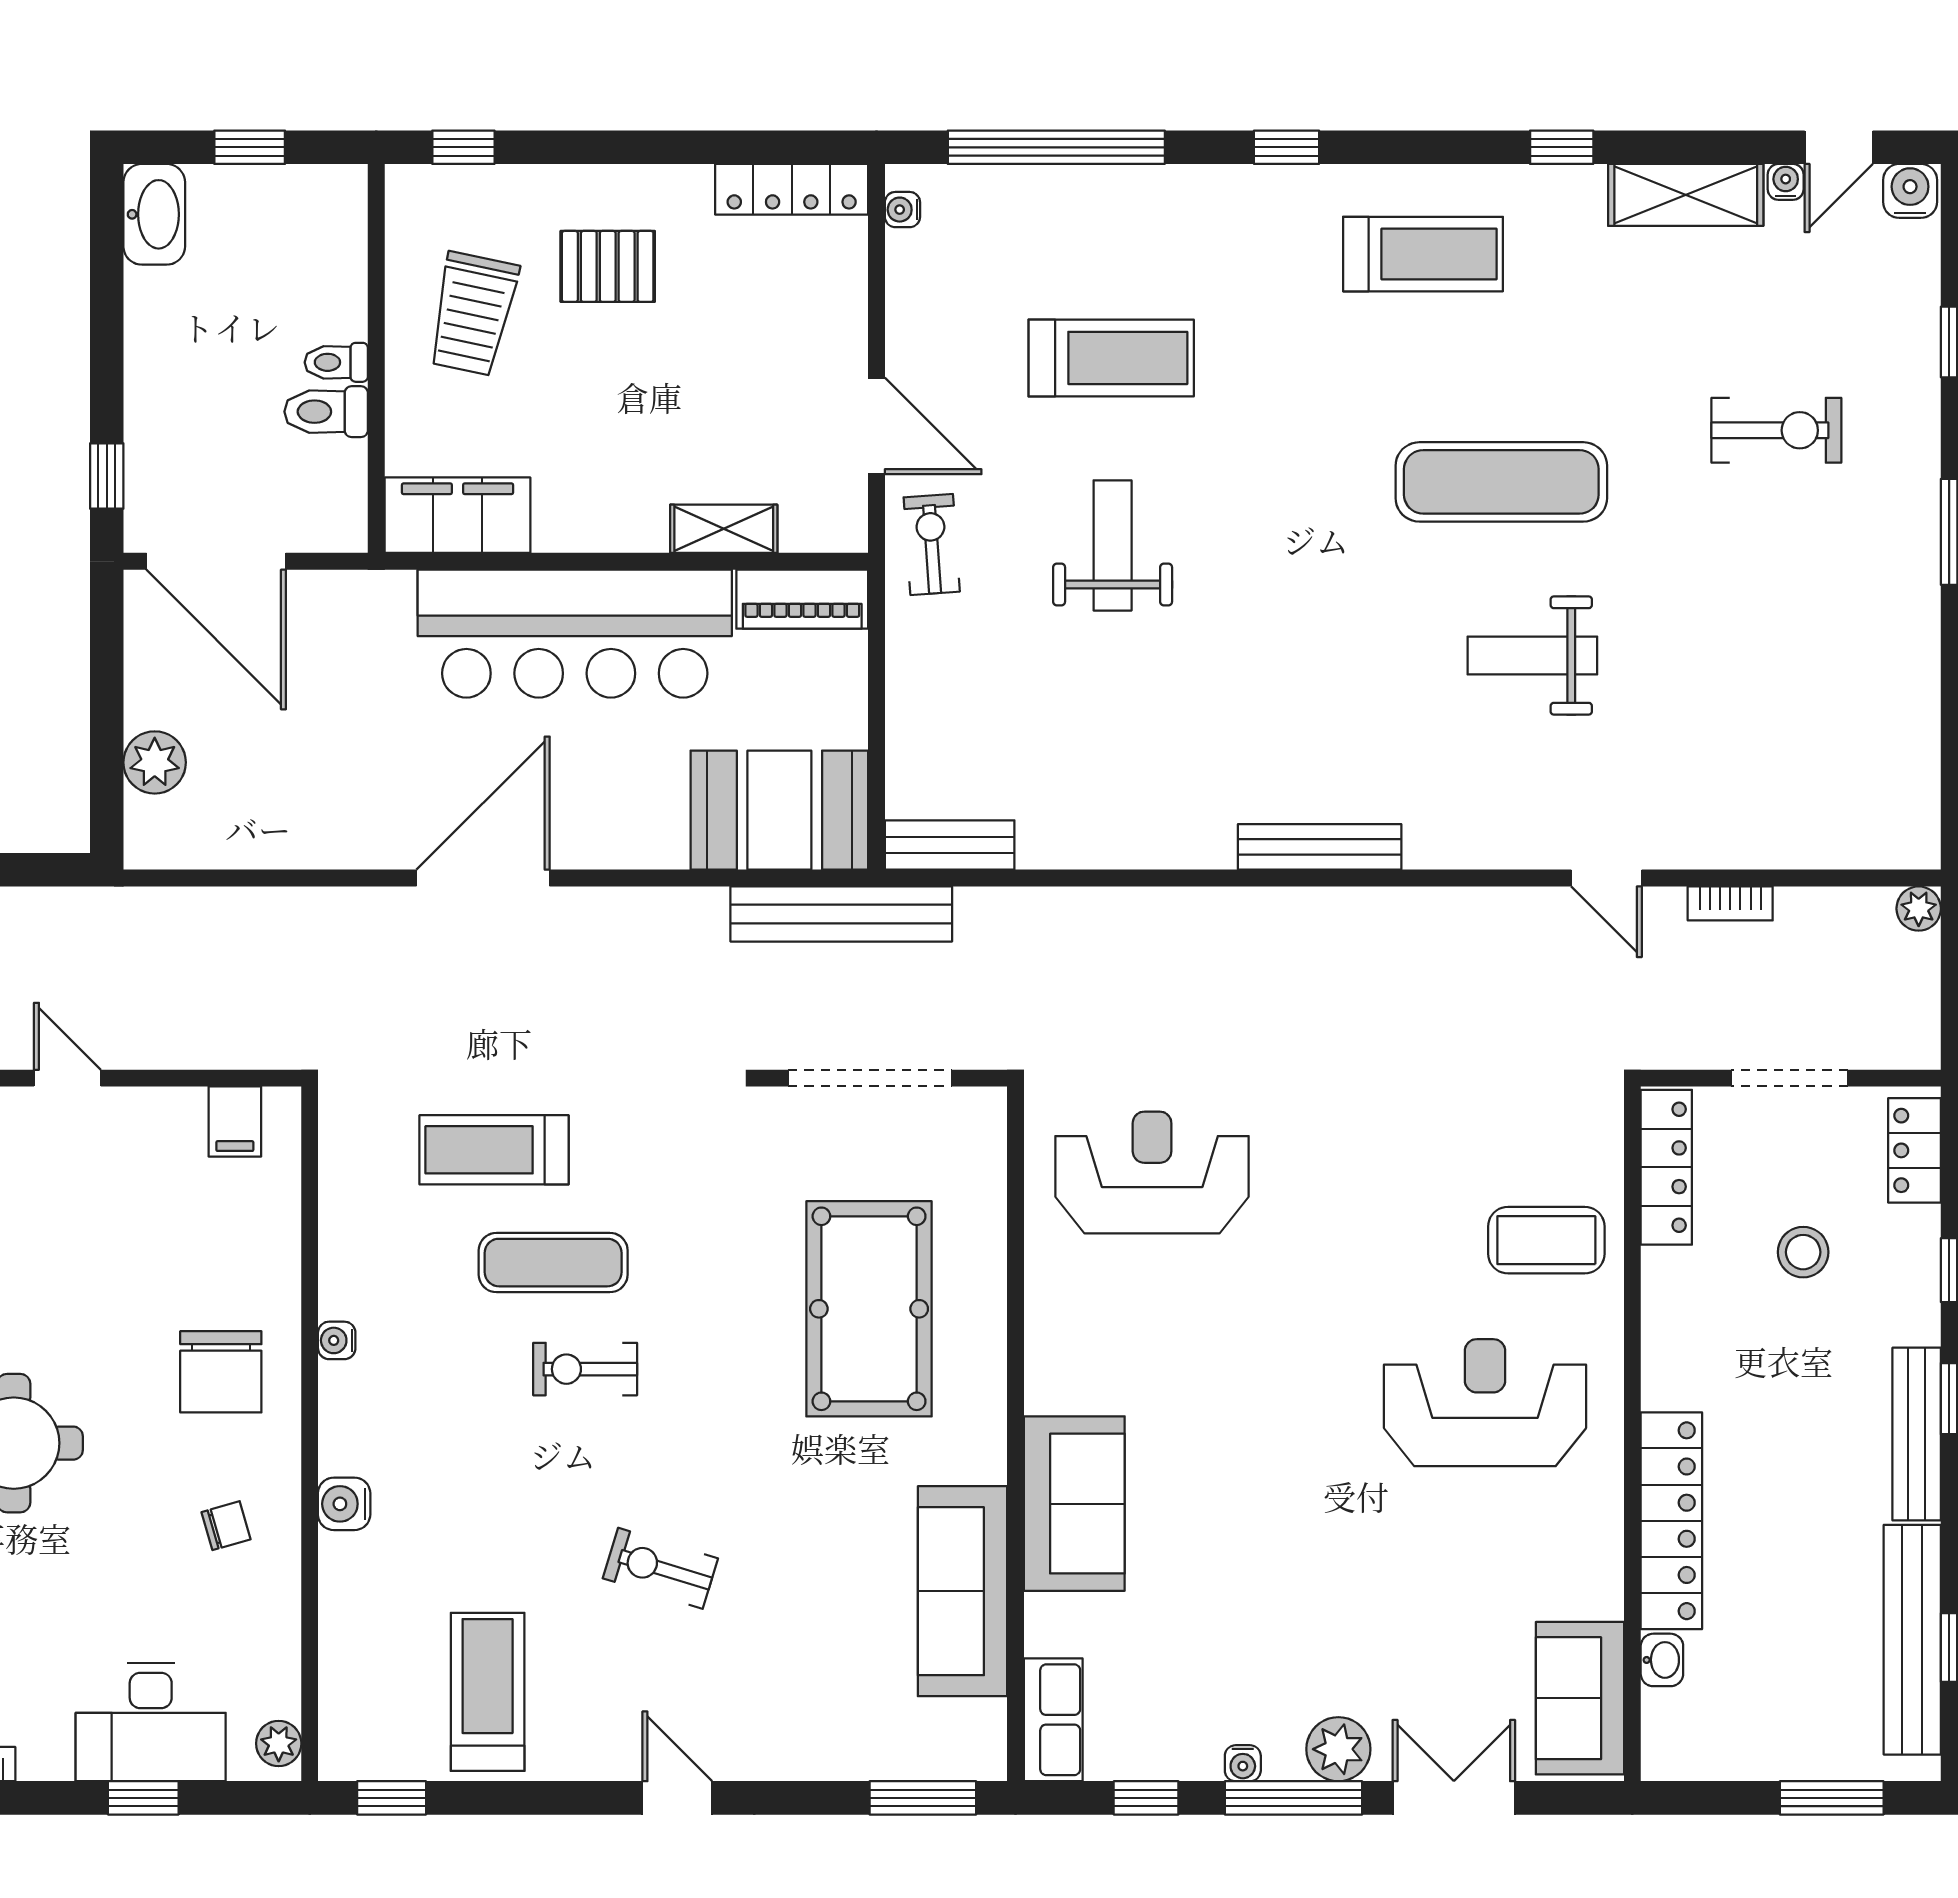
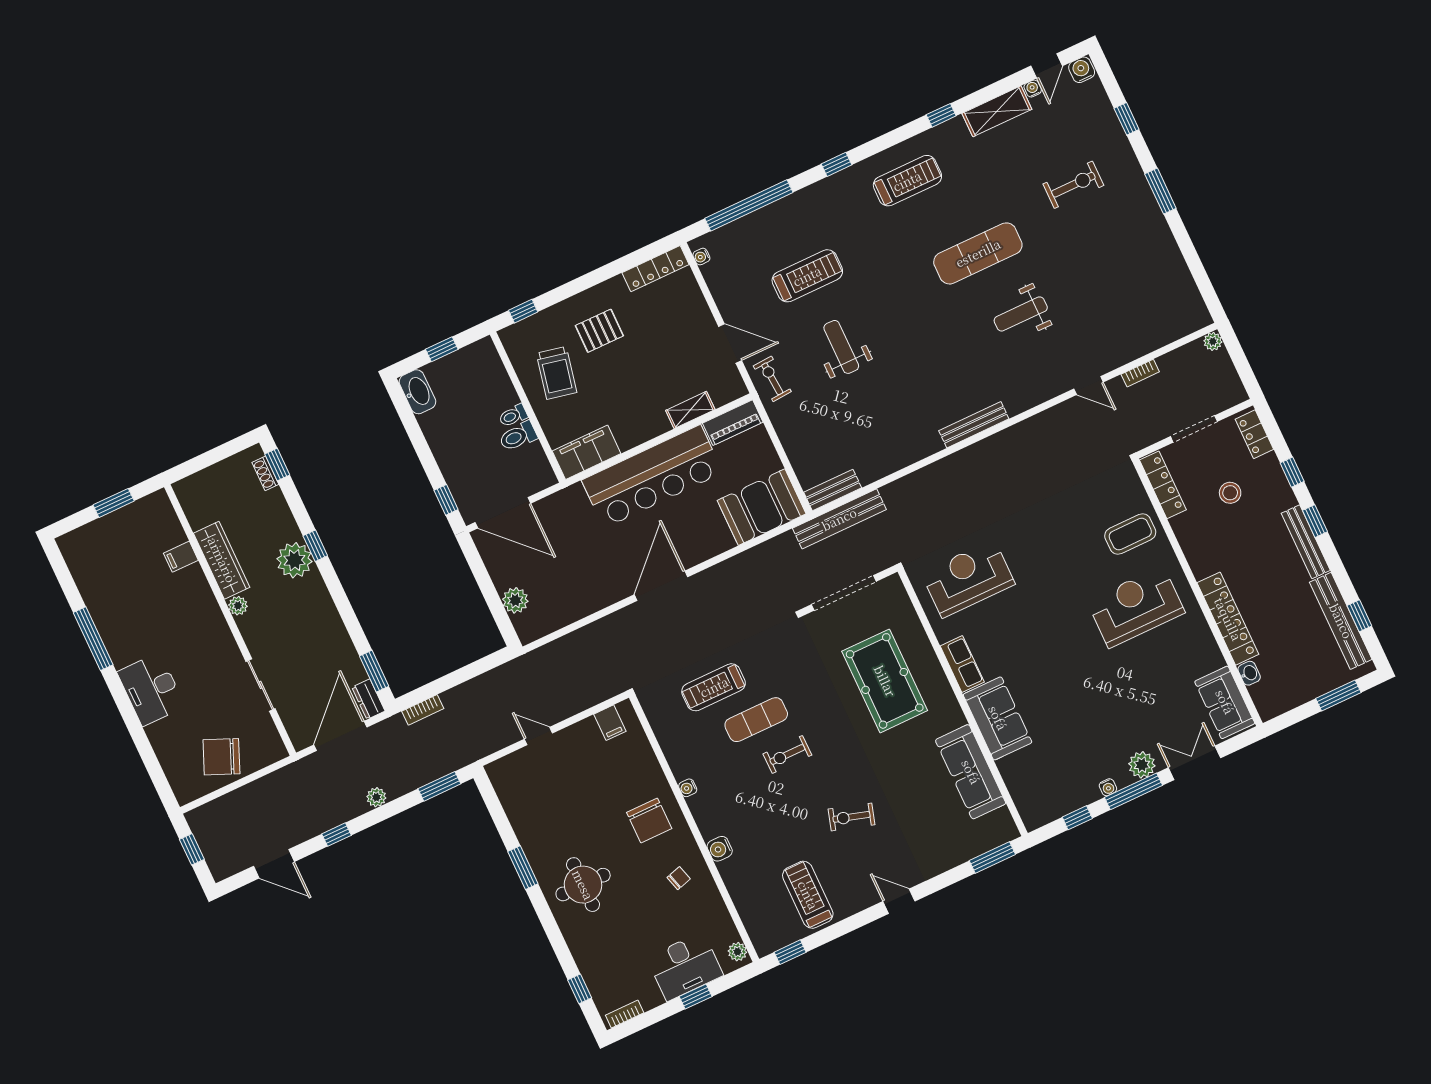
bench: (841, 914) -> (839, 519), moved
row of seats: (1053, 1720) -> (962, 664), moved

